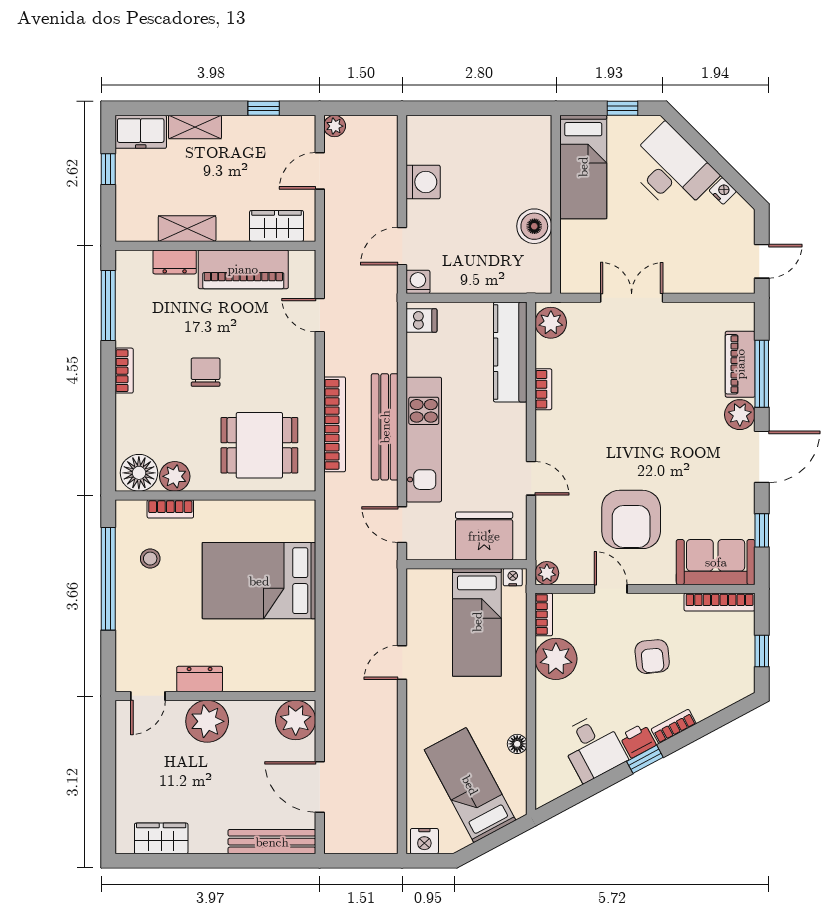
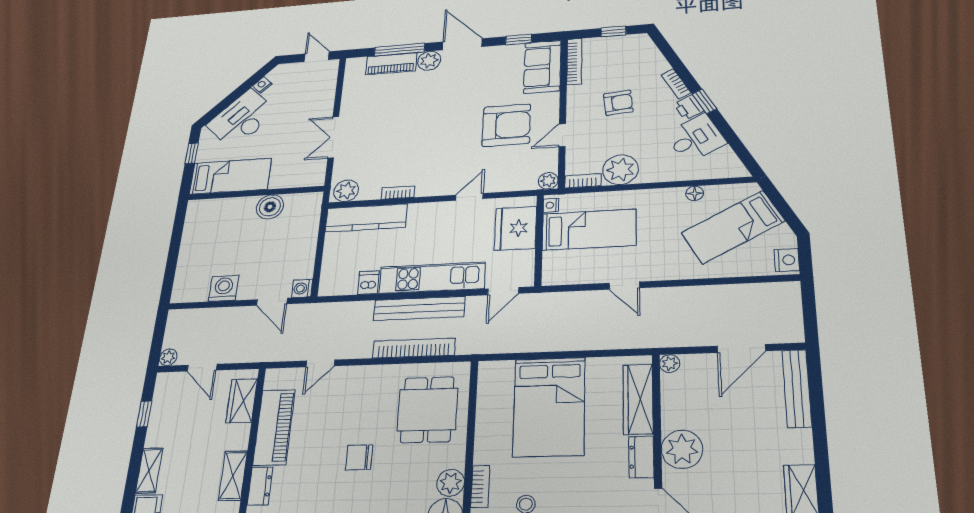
dishwasher: (421, 321) -> (368, 283), moved
wardrobe: (265, 676) -> (638, 399), added
plant: (296, 720) -> (670, 363), width x0.53, depth x0.53

